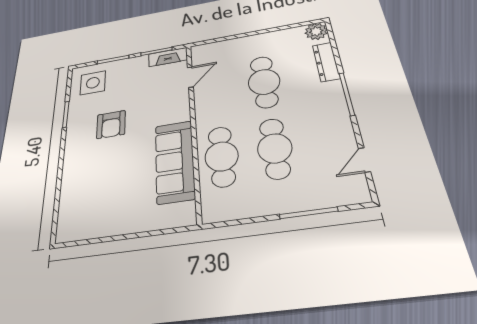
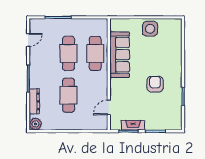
fireplace: (168, 57) -> (133, 125), moved
side table: (93, 83) -> (150, 29), moved

